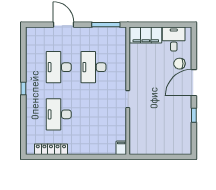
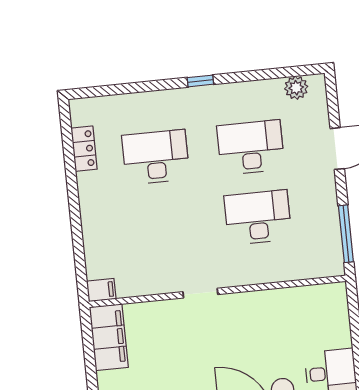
filing cabinet: (146, 35) -> (109, 337), moved, turned 180
plant: (32, 42) -> (296, 88), added
locker: (51, 149) -> (84, 149), width x0.66

